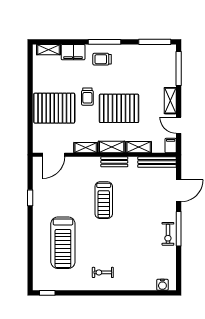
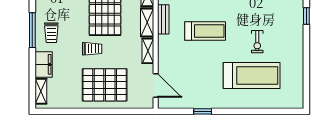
pallet: (54, 108) -> (105, 85), turned 90
exercise bike: (103, 272) -> (257, 42), moved
window: (47, 293) -> (306, 16), moved

